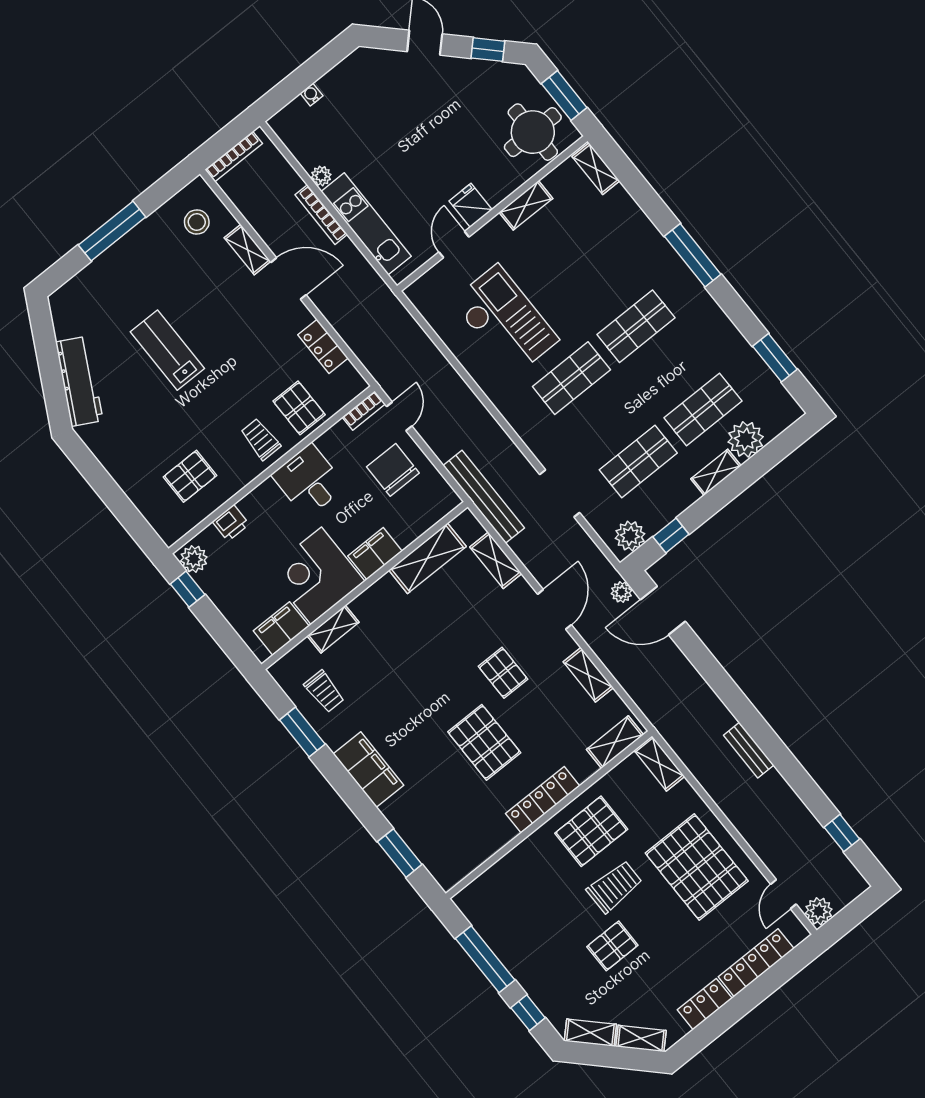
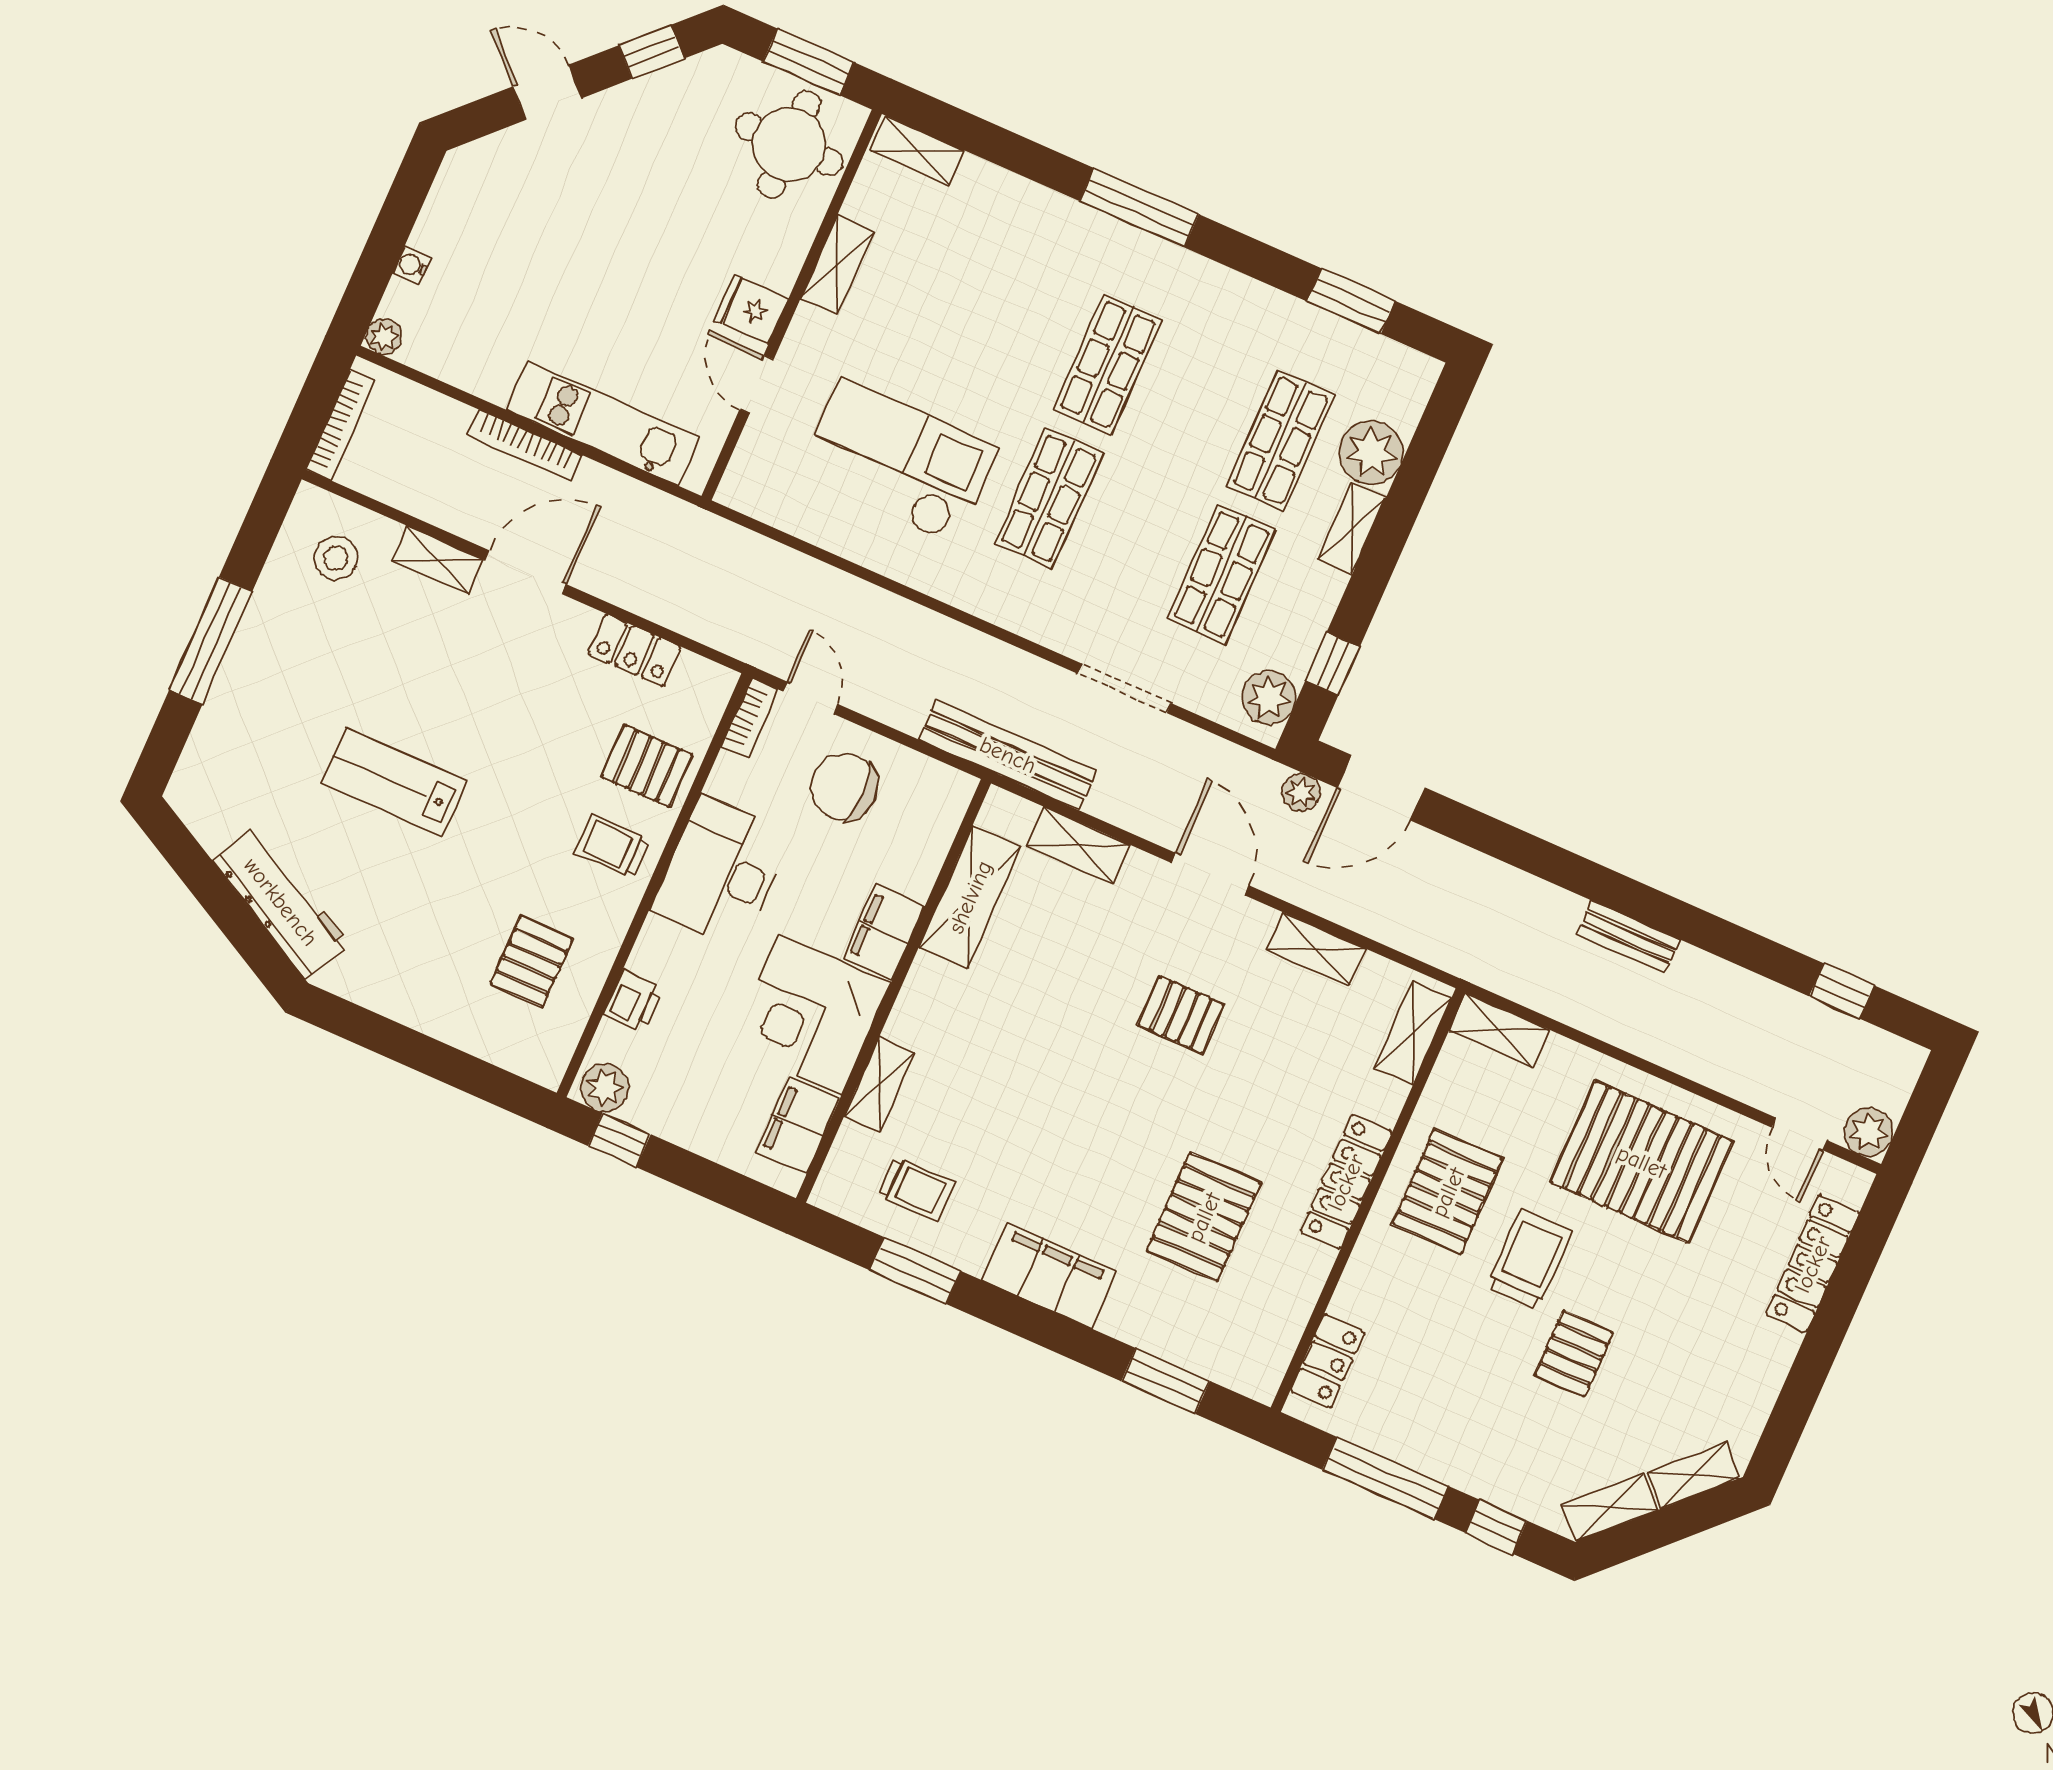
plant: (321, 176) -> (384, 337), moved
desk: (309, 481) -> (721, 872), width x1.37
pallet: (484, 742) -> (1204, 1217), moved, turned 90
locker: (705, 1004) -> (1328, 1361), moved, turned 180

